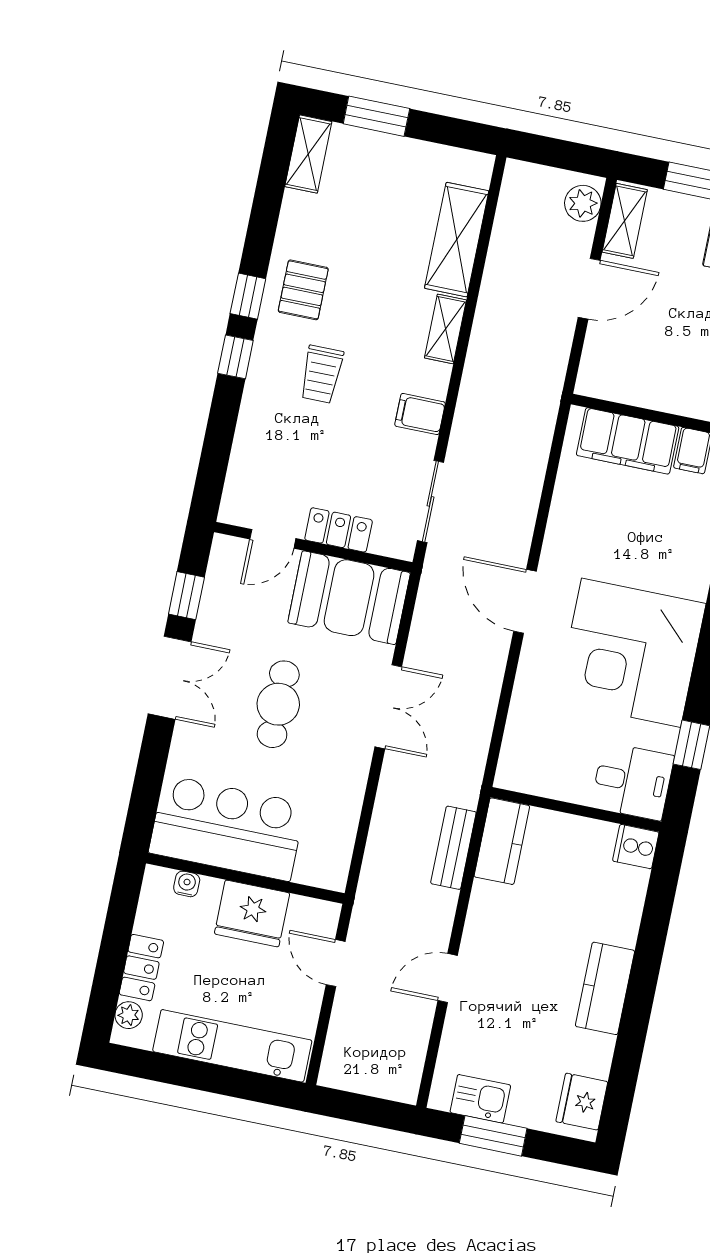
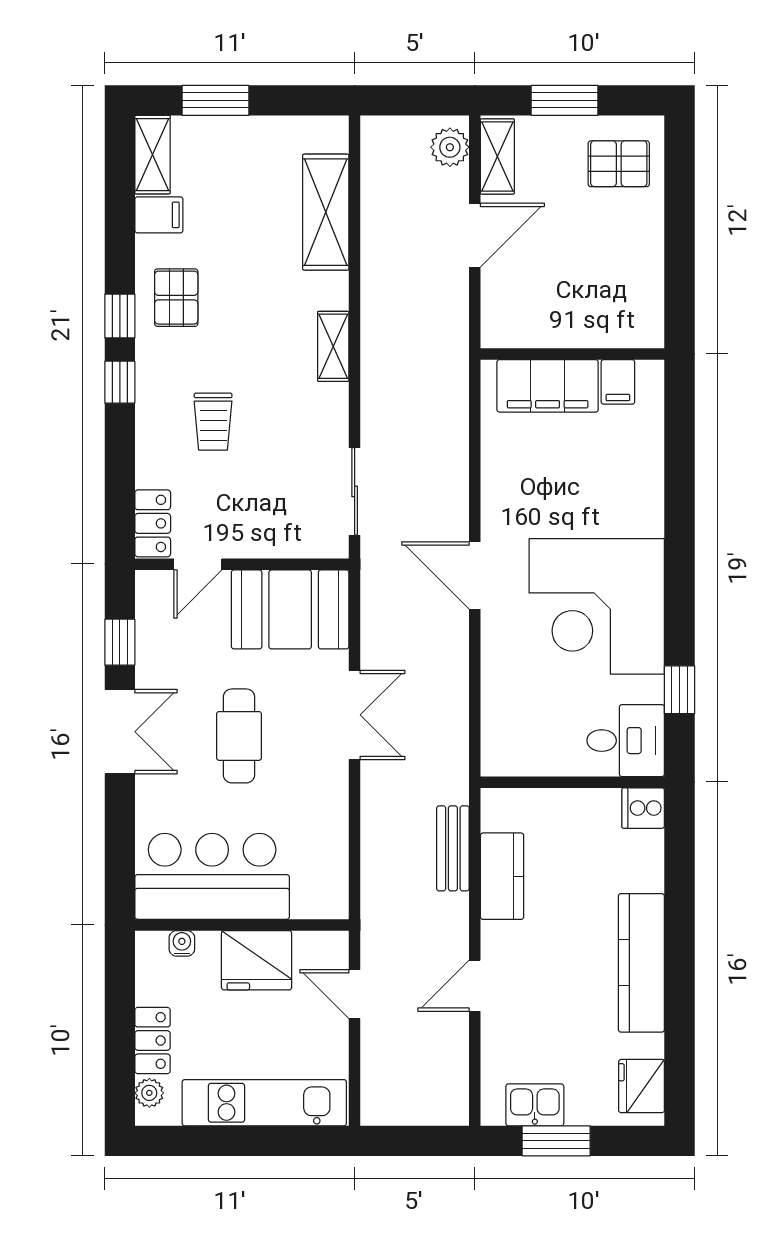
shelving: (445, 329) -> (333, 346), moved
trolley: (321, 374) -> (213, 422), moved
filing cabinet: (420, 414) -> (159, 215), moved, turned 180
locker: (339, 530) -> (153, 523), moved, turned 90
kitchen counter: (502, 841) -> (502, 876), moved
kitchen counter: (605, 988) -> (641, 963), width x1.50

